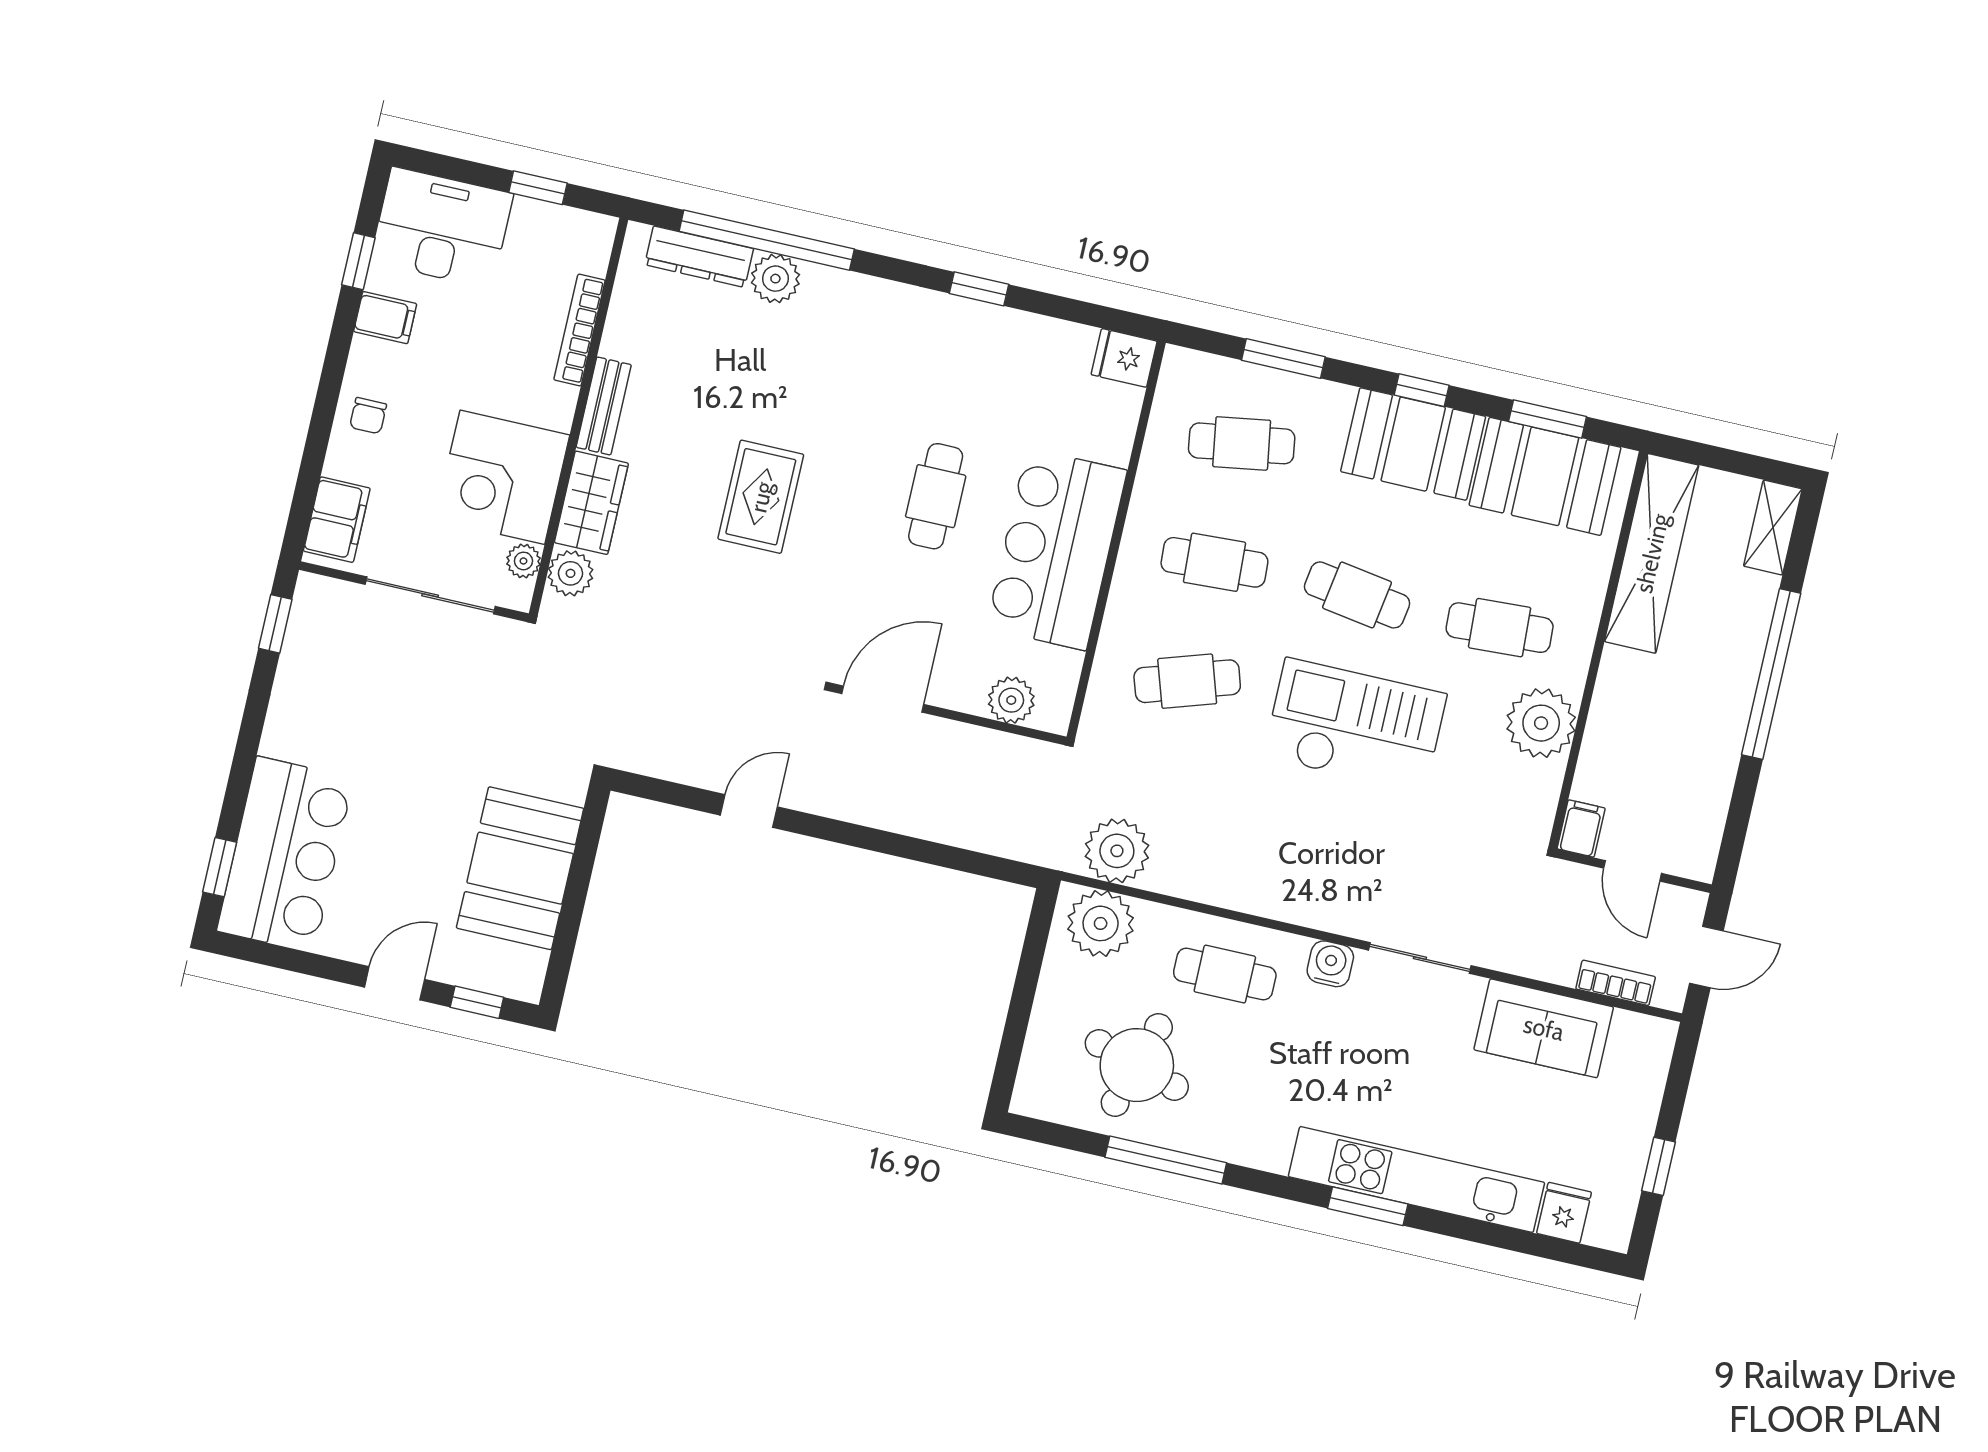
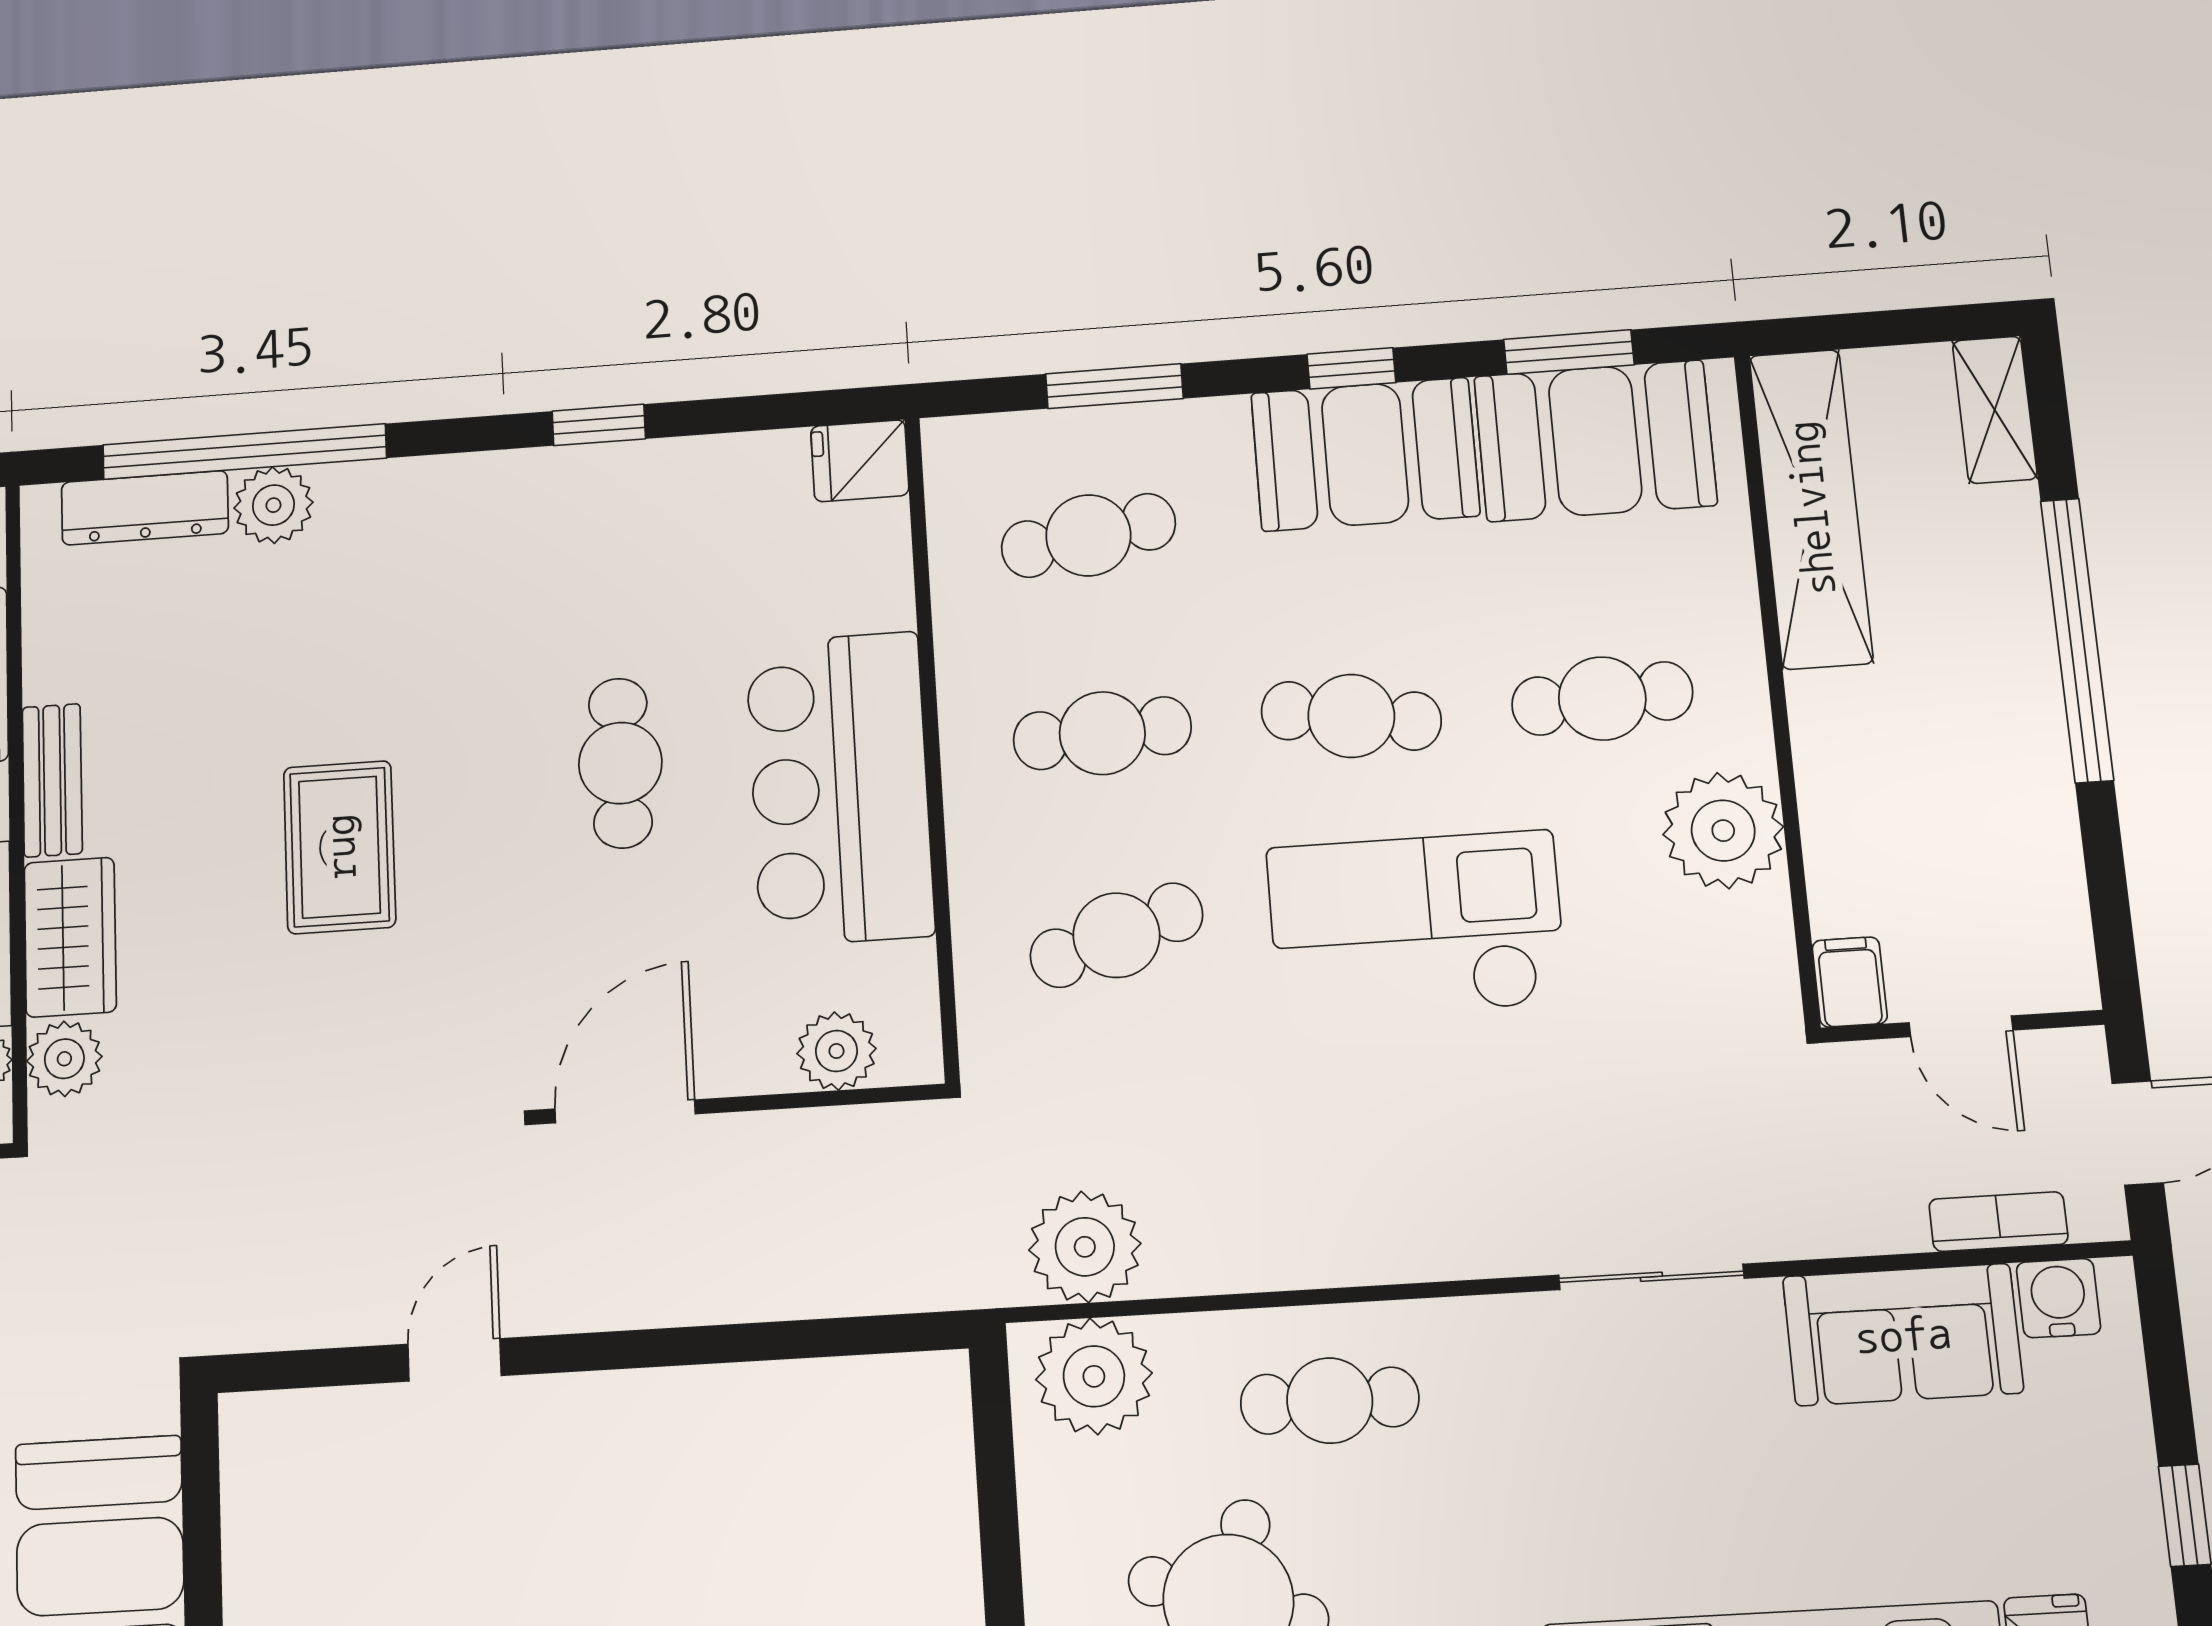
water cooler: (1330, 964) -> (2059, 1298), moved

